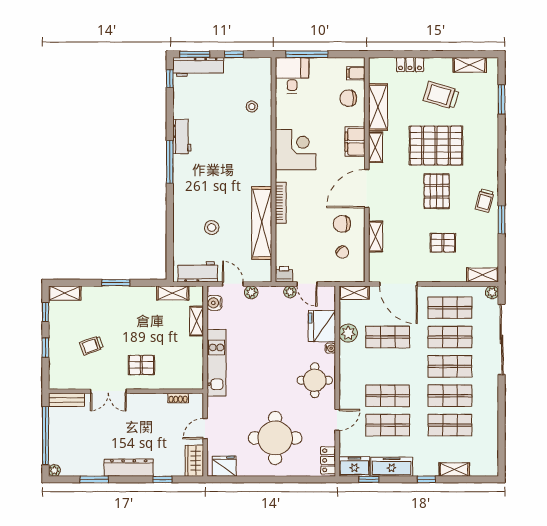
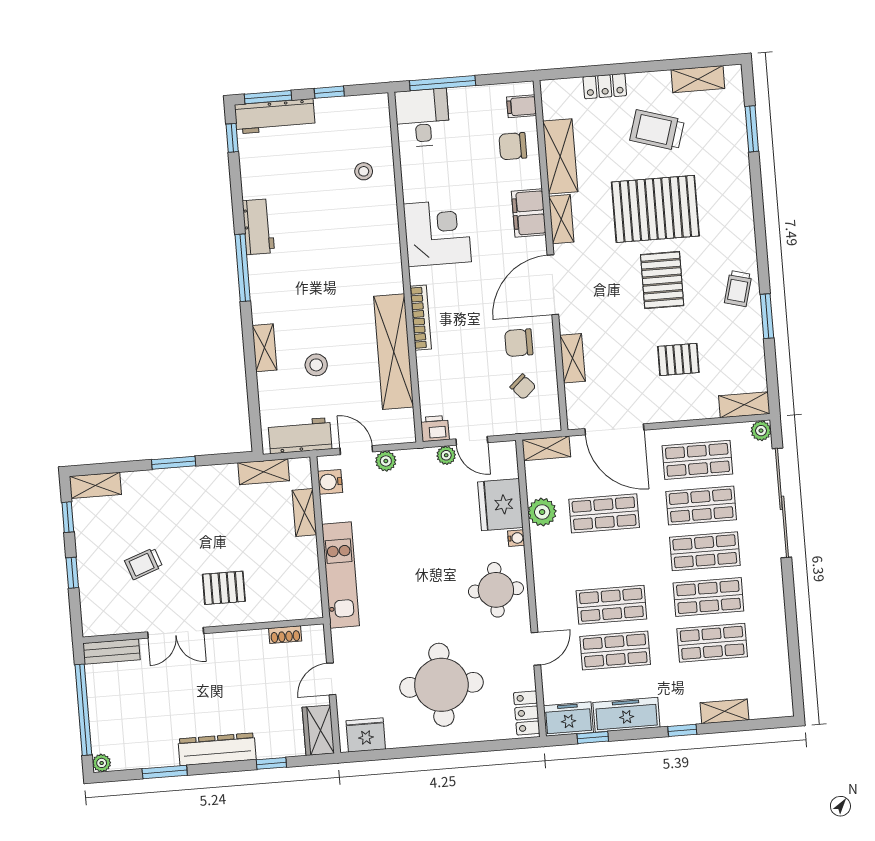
shelving: (180, 214) -> (264, 348), added

